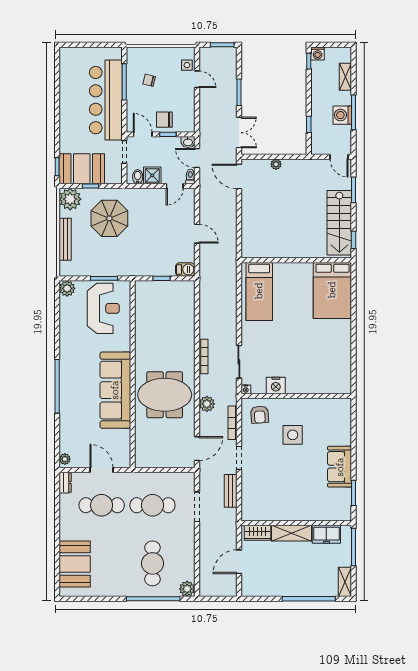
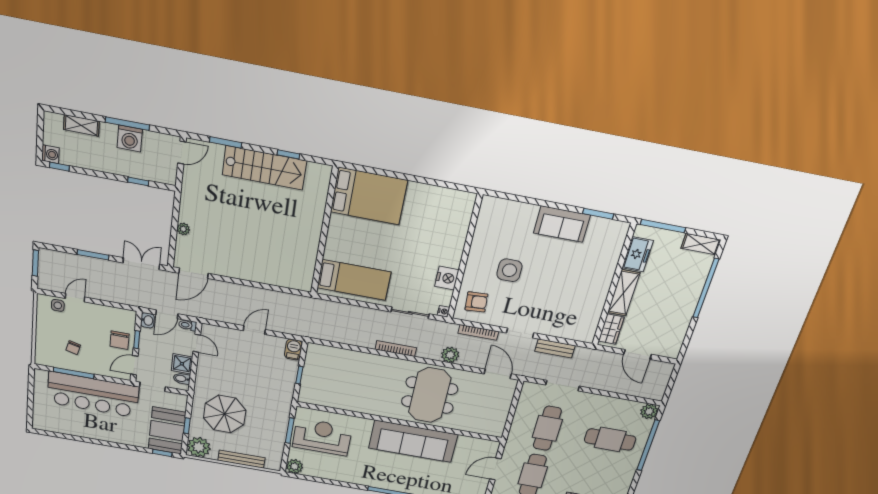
wall: (296, 260) -> (324, 231), moved
bed: (332, 290) -> (369, 196), moved
bed: (259, 291) -> (354, 280), moved

